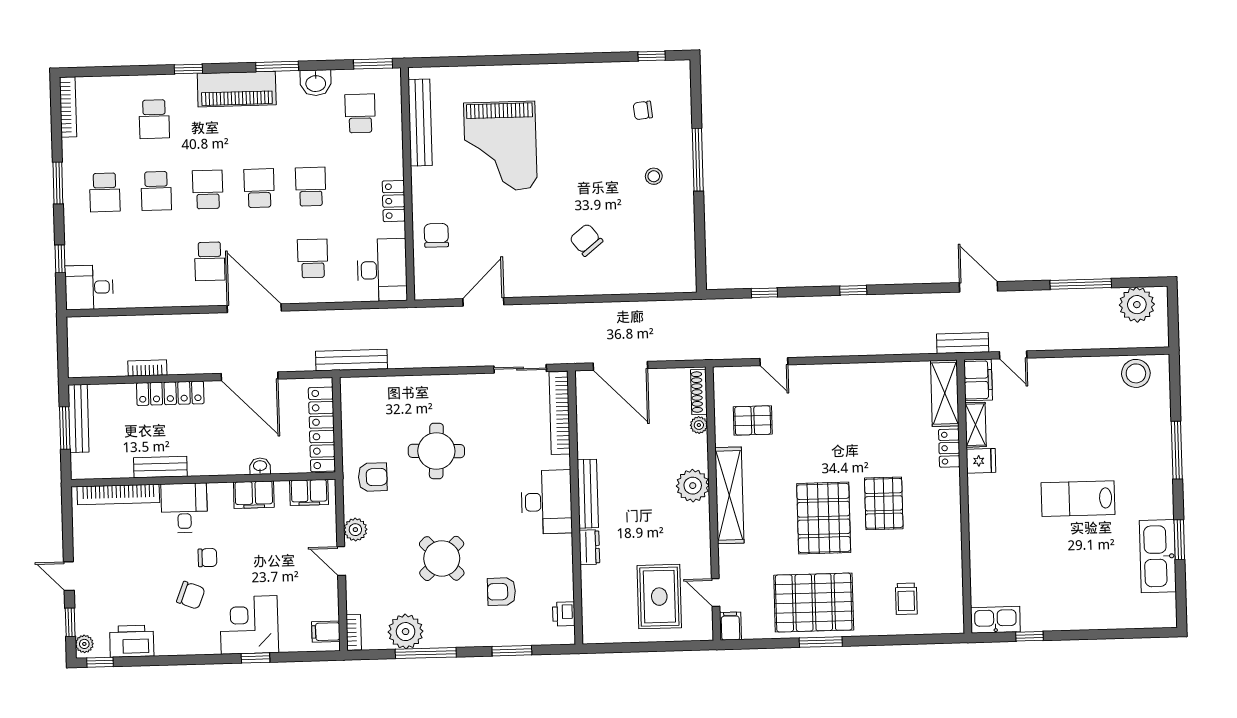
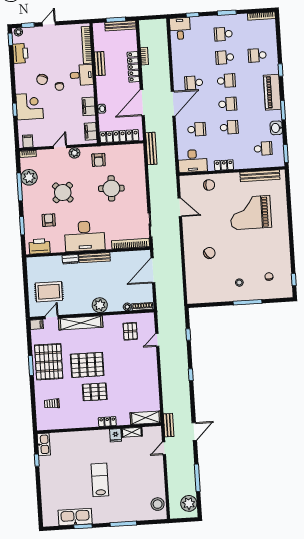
filing cabinet: (978, 380) -> (152, 433), removed
locker: (949, 448) -> (107, 422), moved
shelving: (729, 495) -> (81, 323), moved
desk: (547, 502) -> (85, 236), width x1.36, depth x1.30
printer: (564, 614) -> (39, 246), width x1.87, depth x1.48

